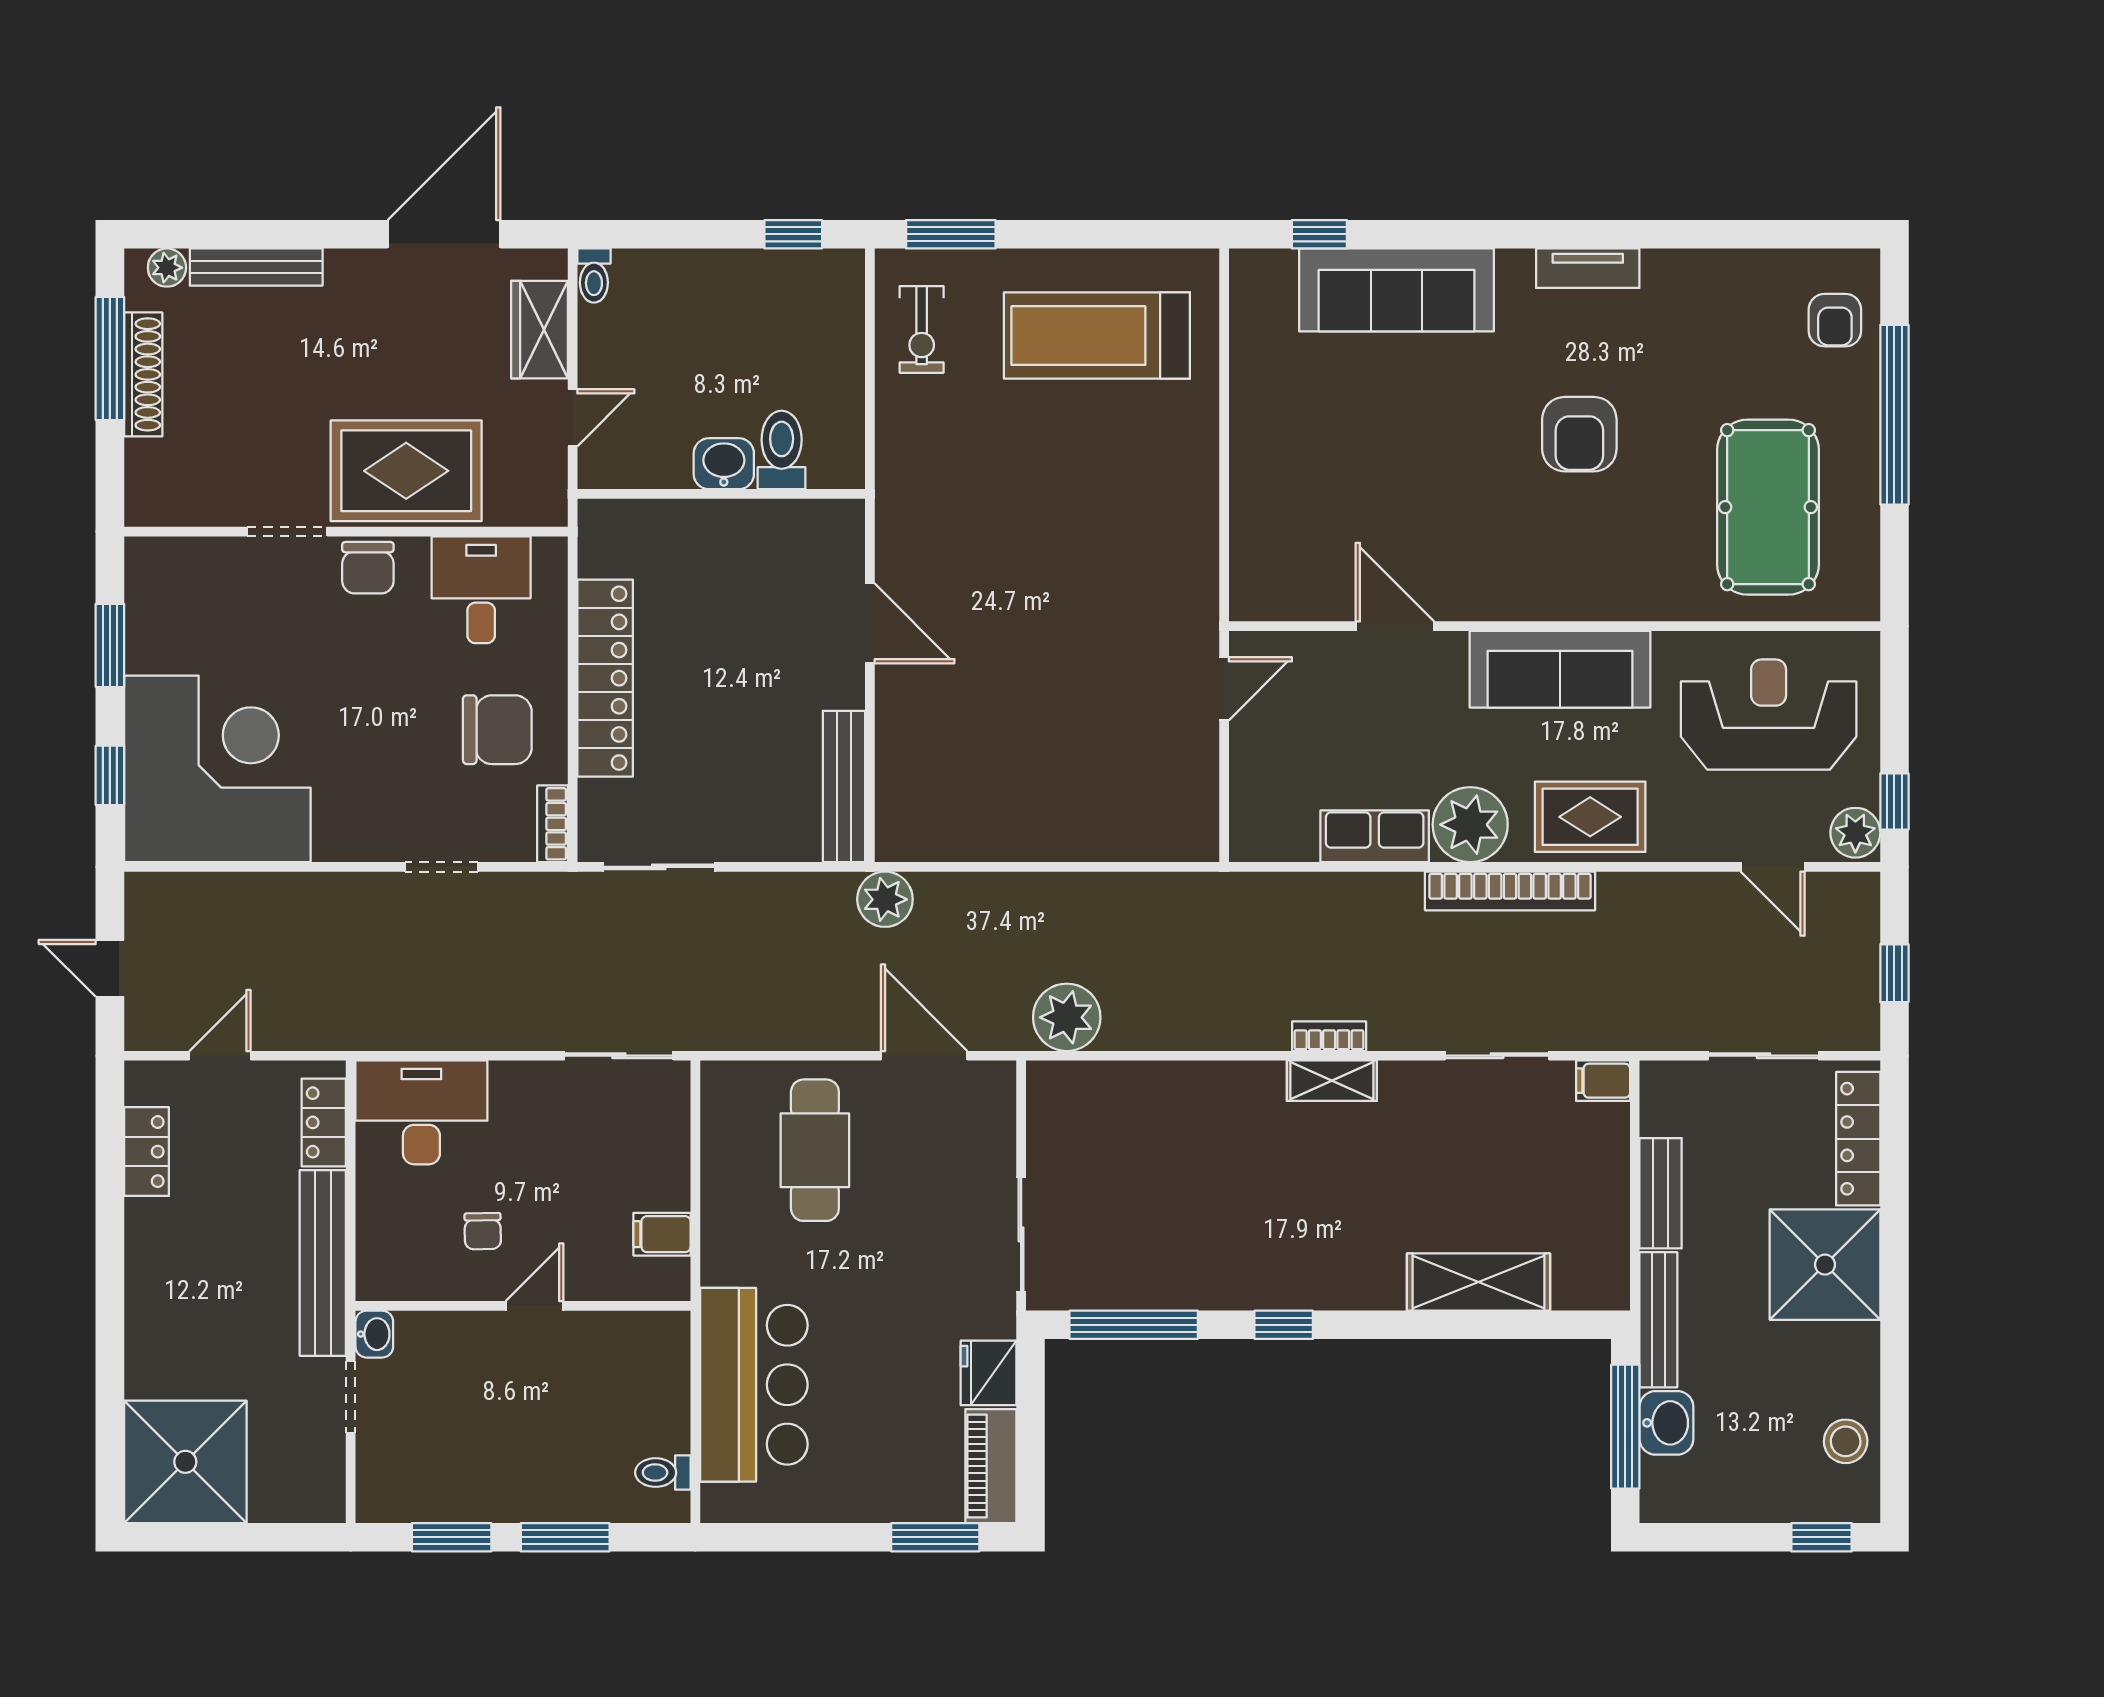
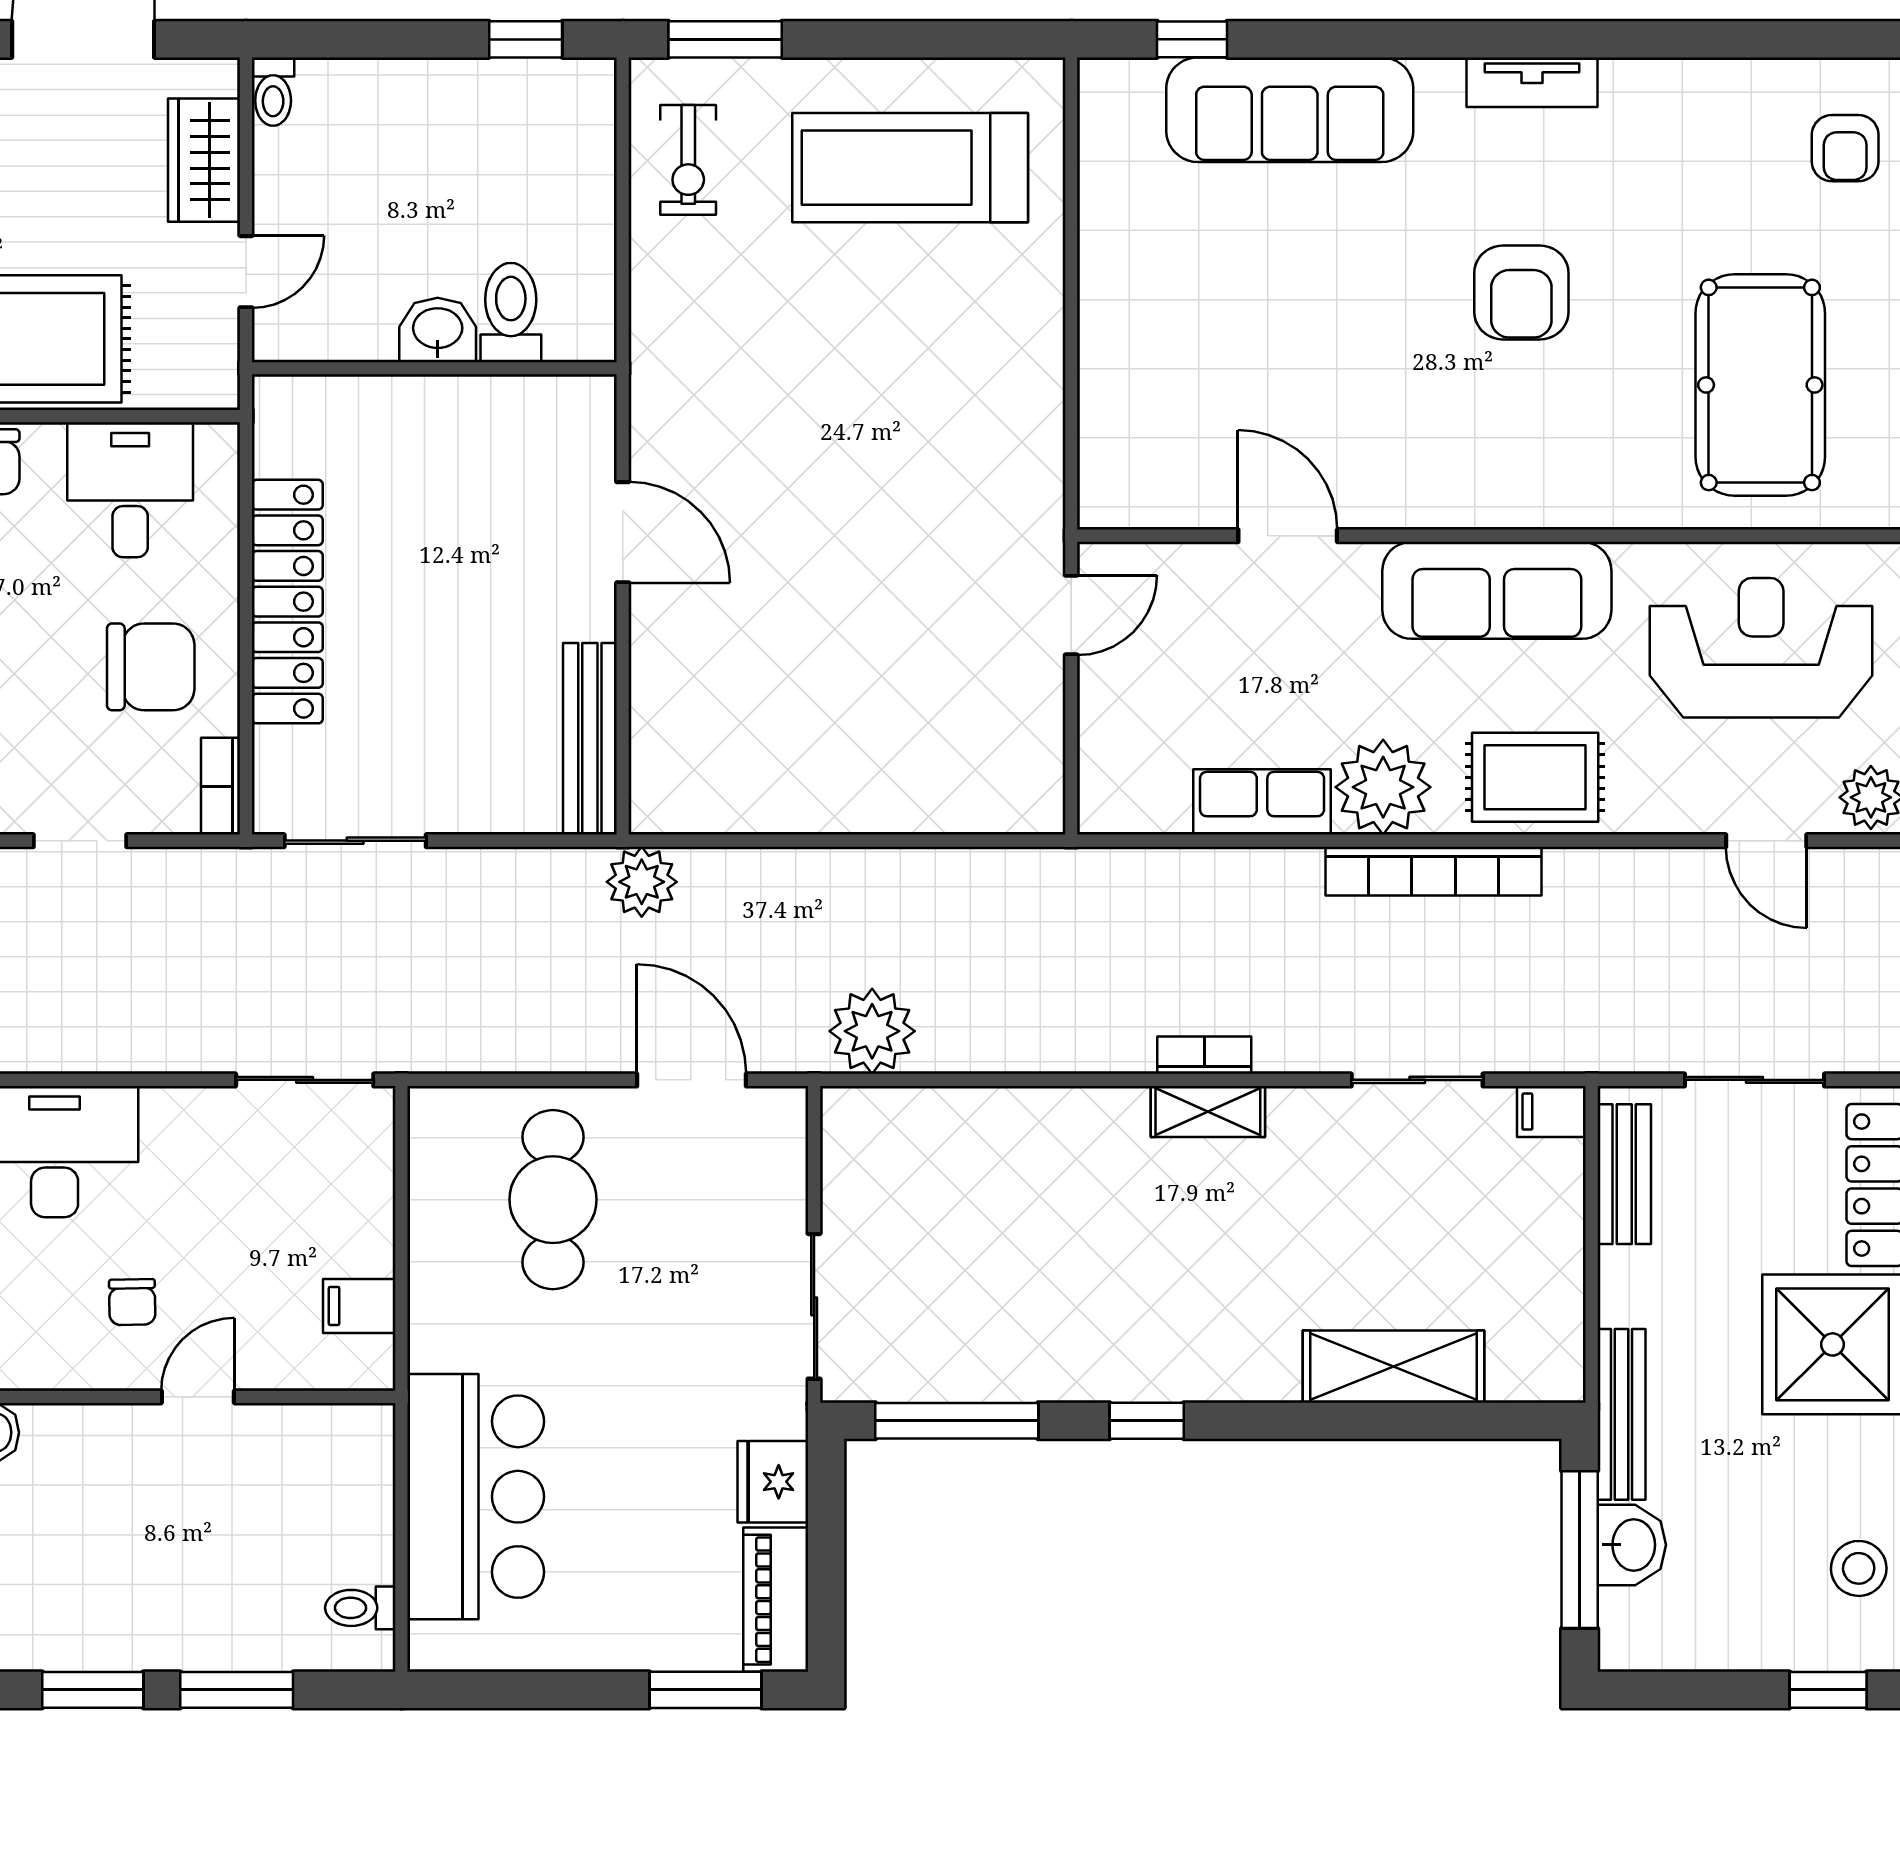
bench: (1661, 1193) -> (1624, 1174), moved

